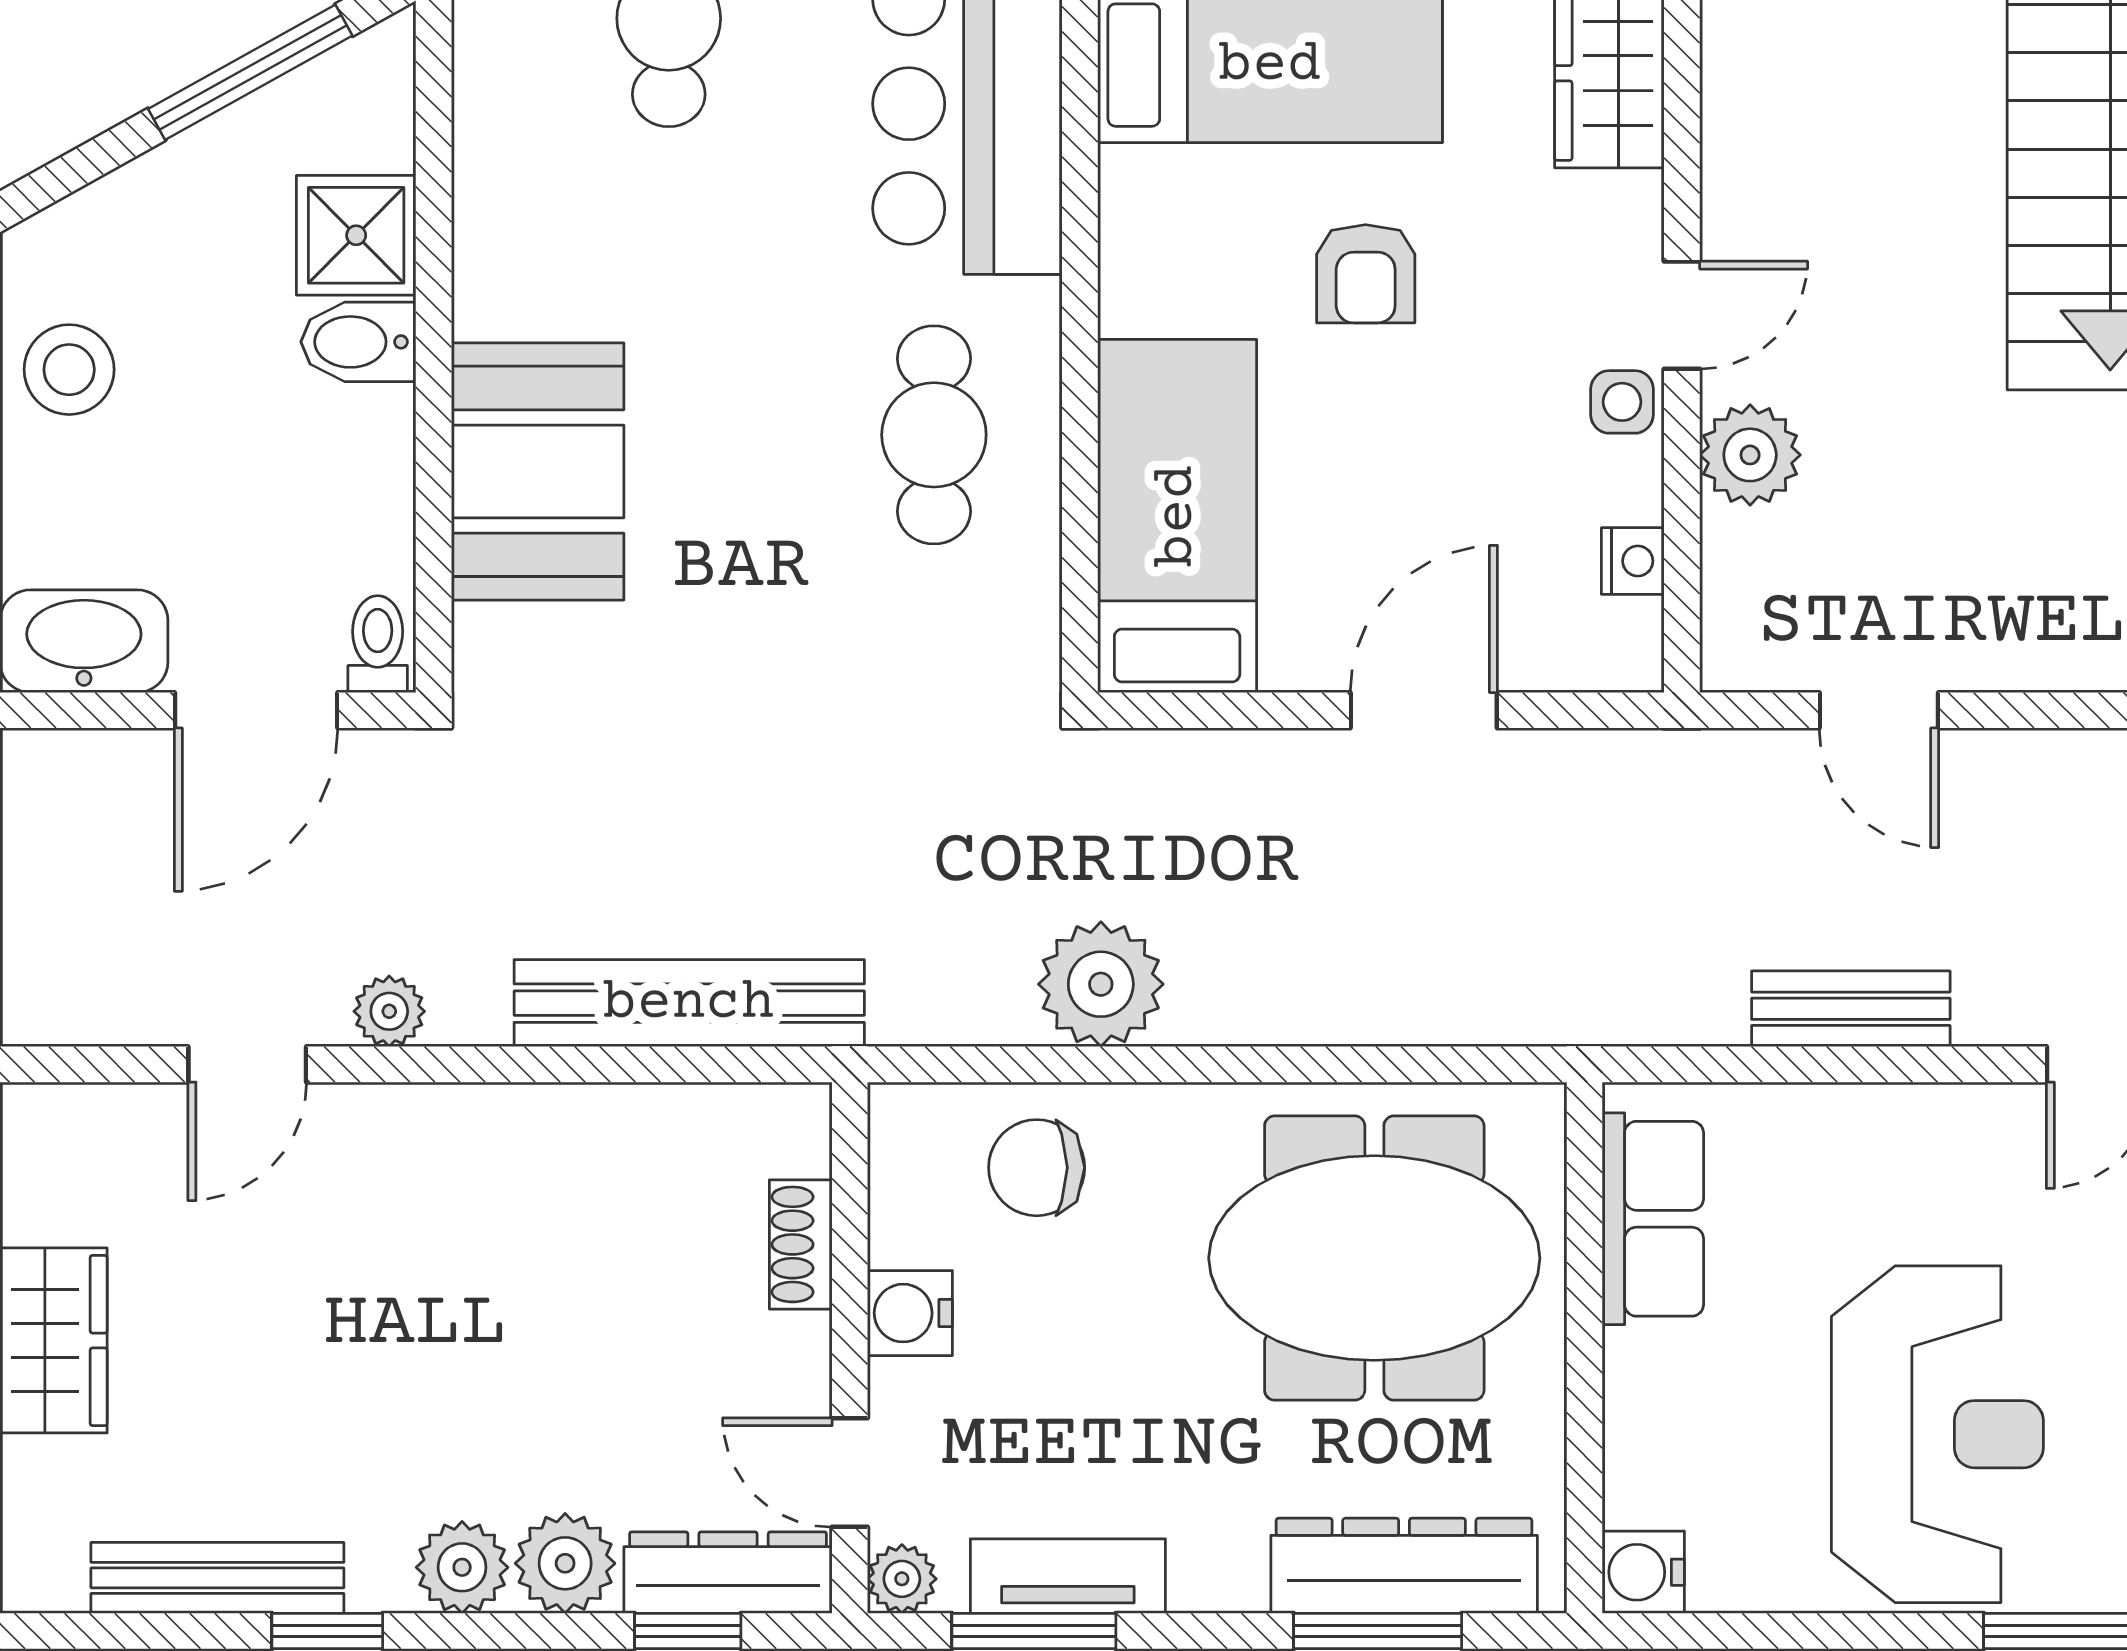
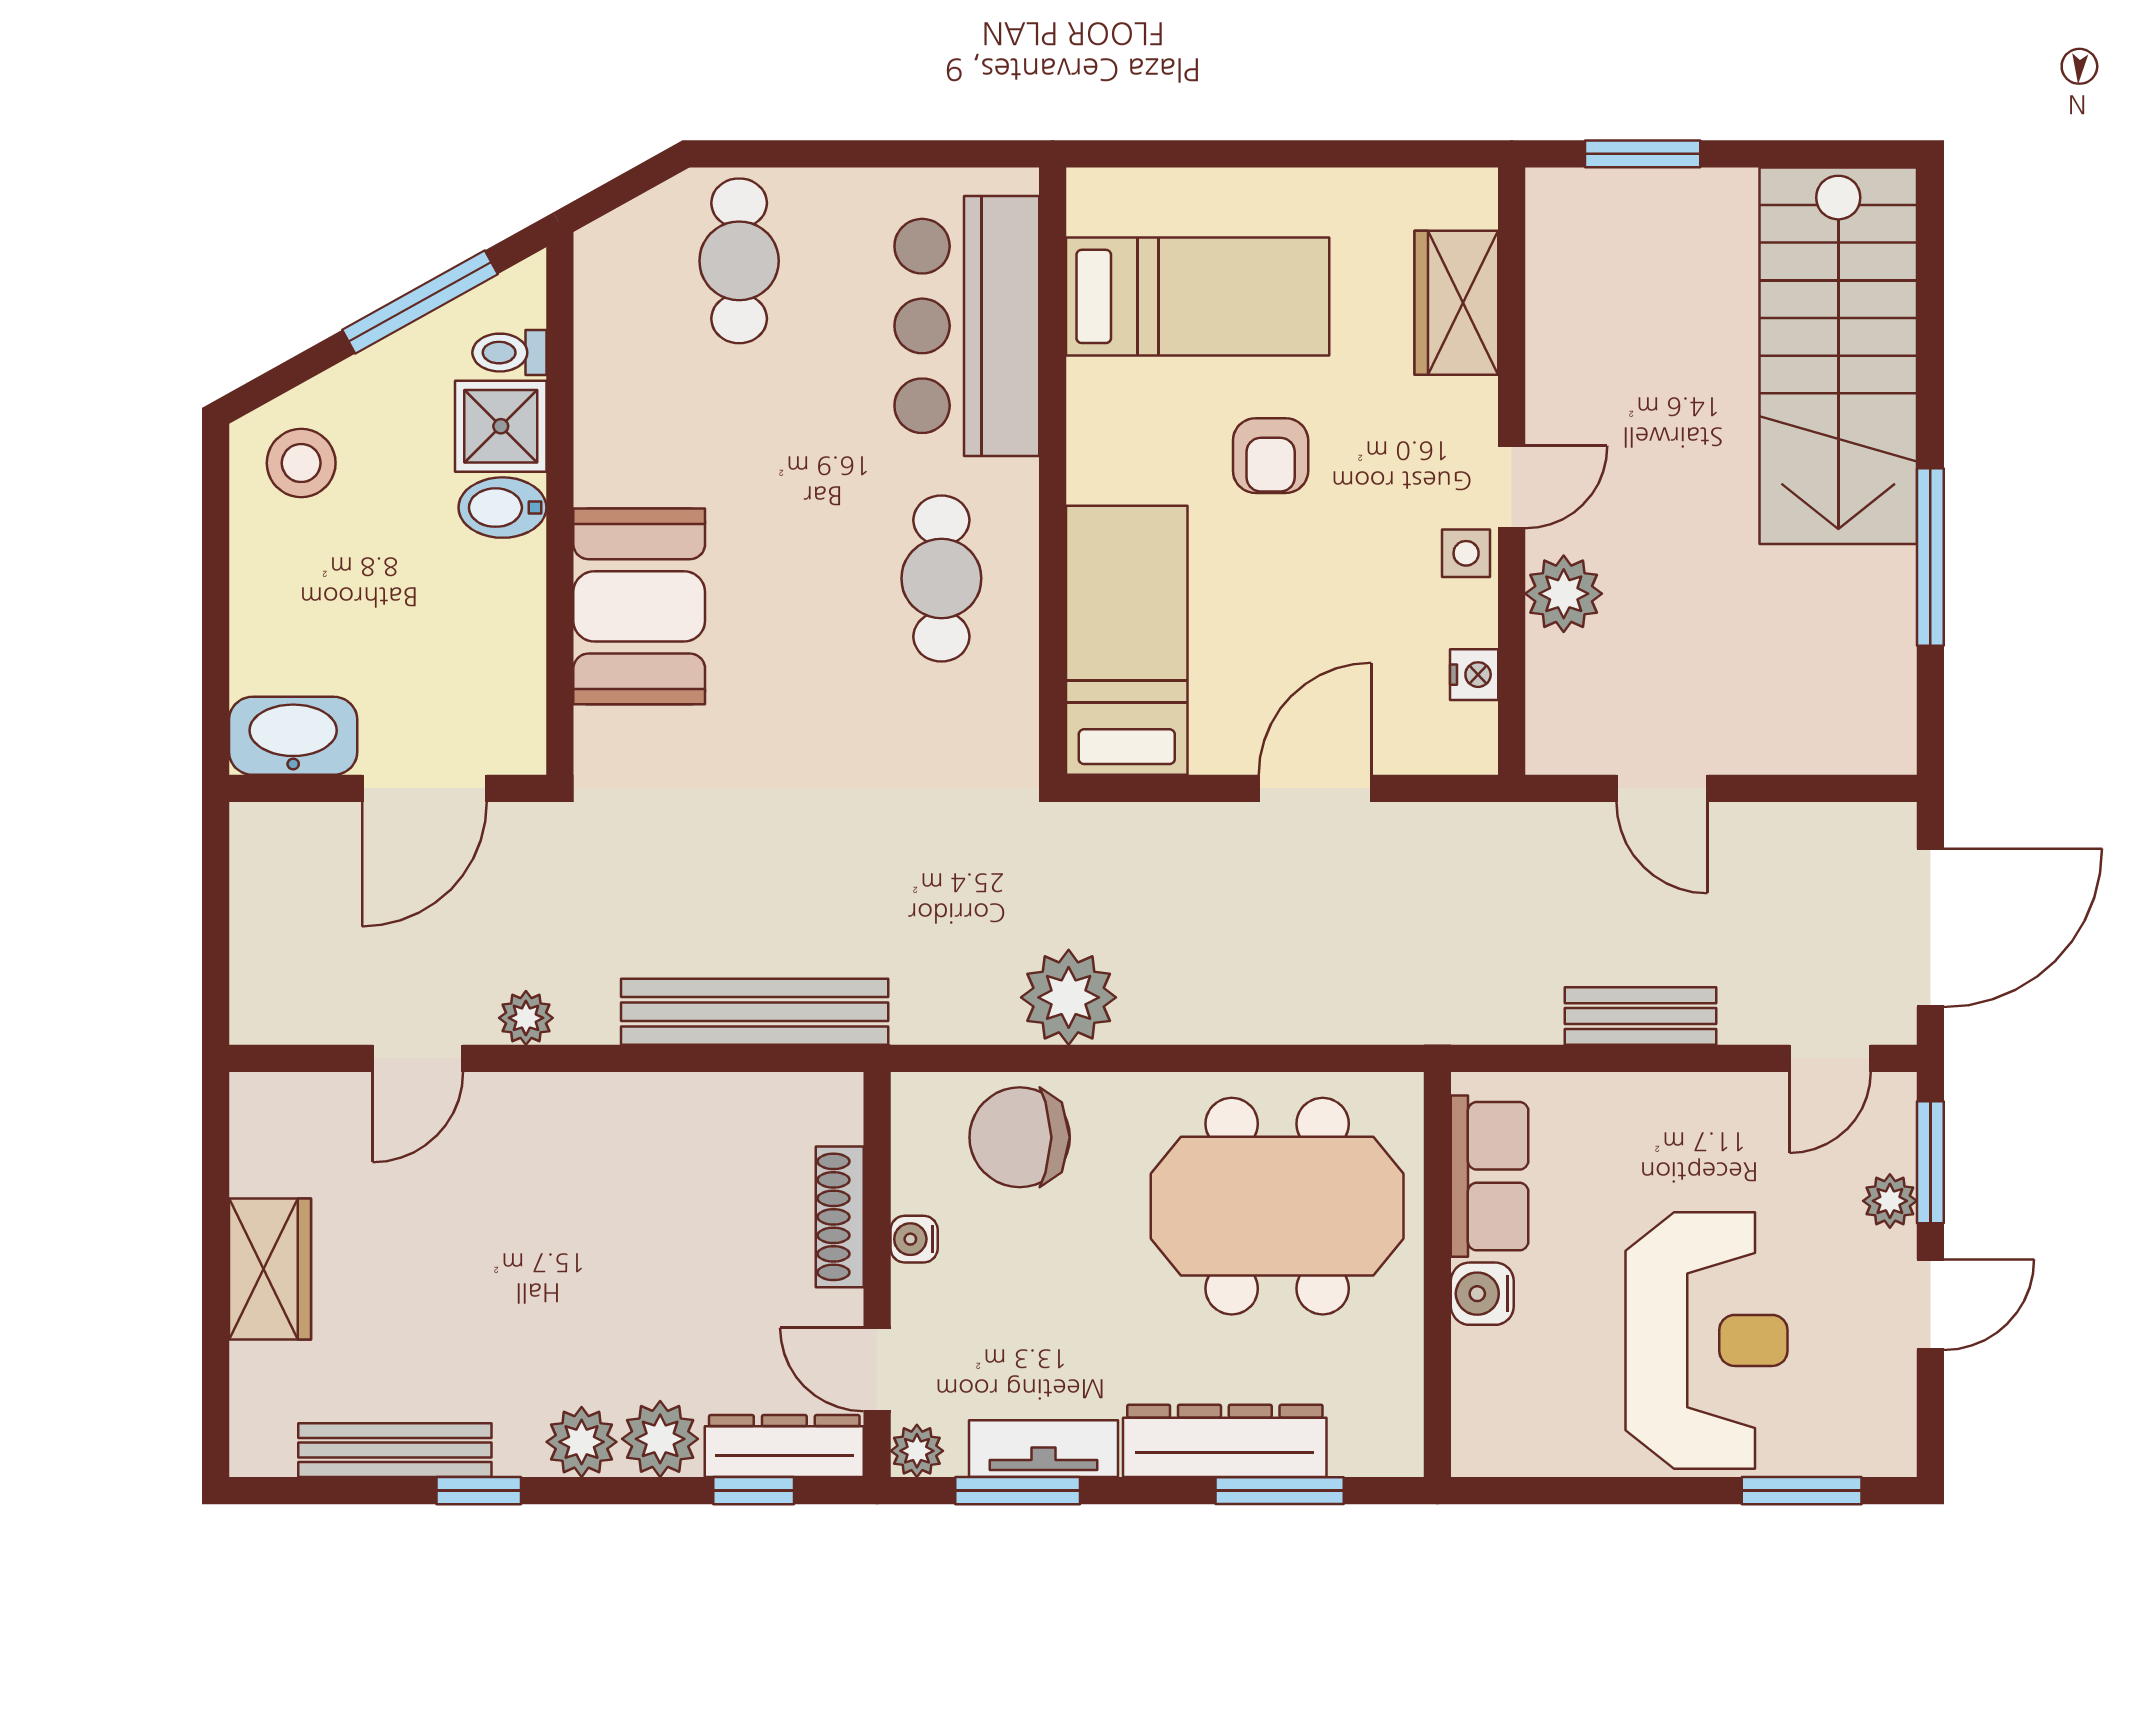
stool: (69, 370) -> (301, 463), moved
toilet: (378, 644) -> (509, 353), moved, turned -90
chair: (1037, 1168) -> (1020, 1137), width x1.37, depth x1.37
shoe rack: (801, 1244) -> (840, 1217), width x1.43
water cooler: (910, 1313) -> (914, 1239), width x0.72, depth x0.72
dresser: (1404, 1566) -> (1225, 1441), moved
water cooler: (1643, 1572) -> (1482, 1294), moved

